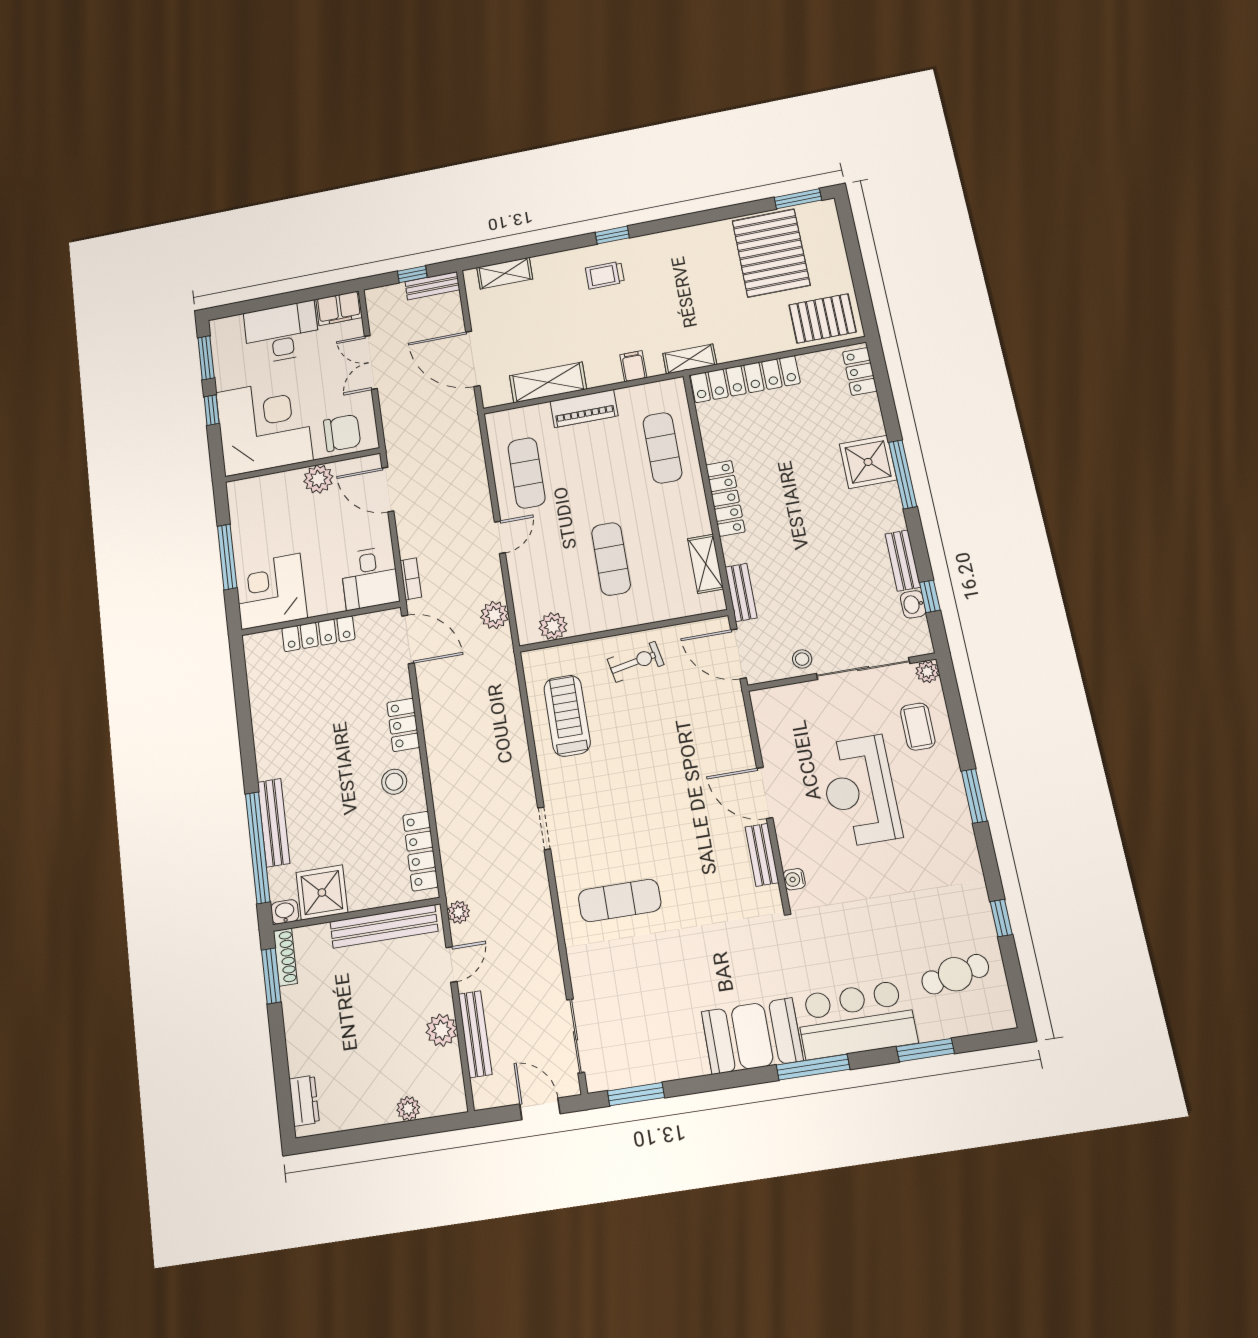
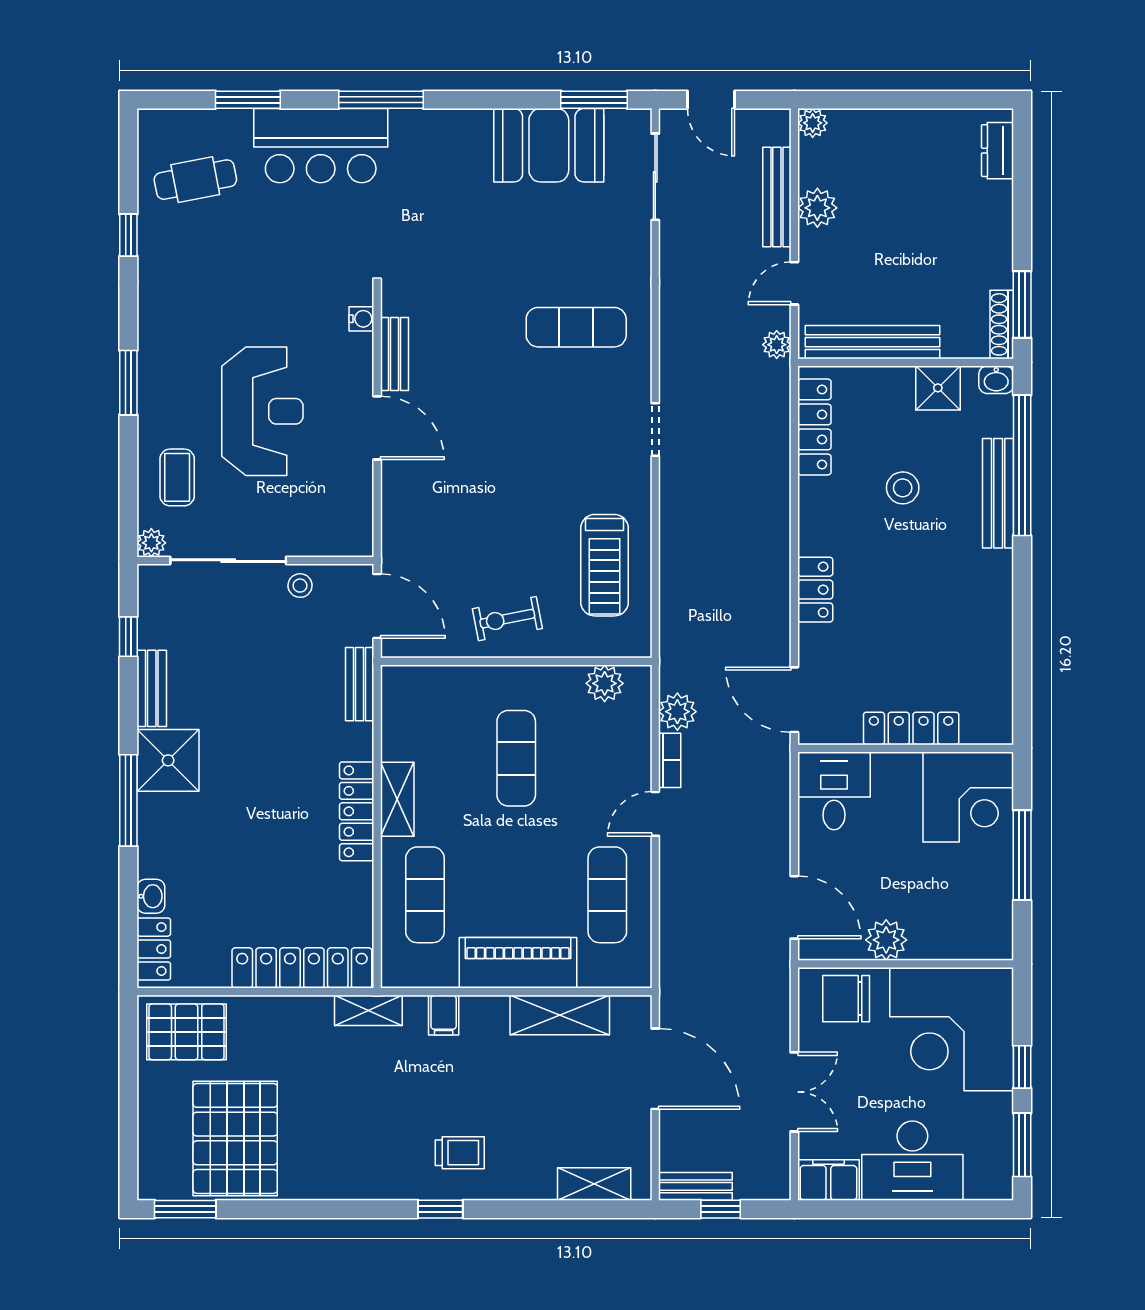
piano: (584, 408) -> (518, 963), width x1.37, depth x1.33
shower: (868, 462) -> (168, 760), moved
shelving: (706, 564) -> (397, 799), moved
bookcase: (411, 579) -> (670, 760), moved, turned 180
washbasin: (913, 604) -> (151, 896), moved
stool: (394, 782) -> (903, 488), moved
shower: (322, 893) -> (938, 388), width x0.73, depth x0.73
booth: (752, 1036) -> (549, 145), moved
plant: (408, 1109) -> (813, 123), moved

